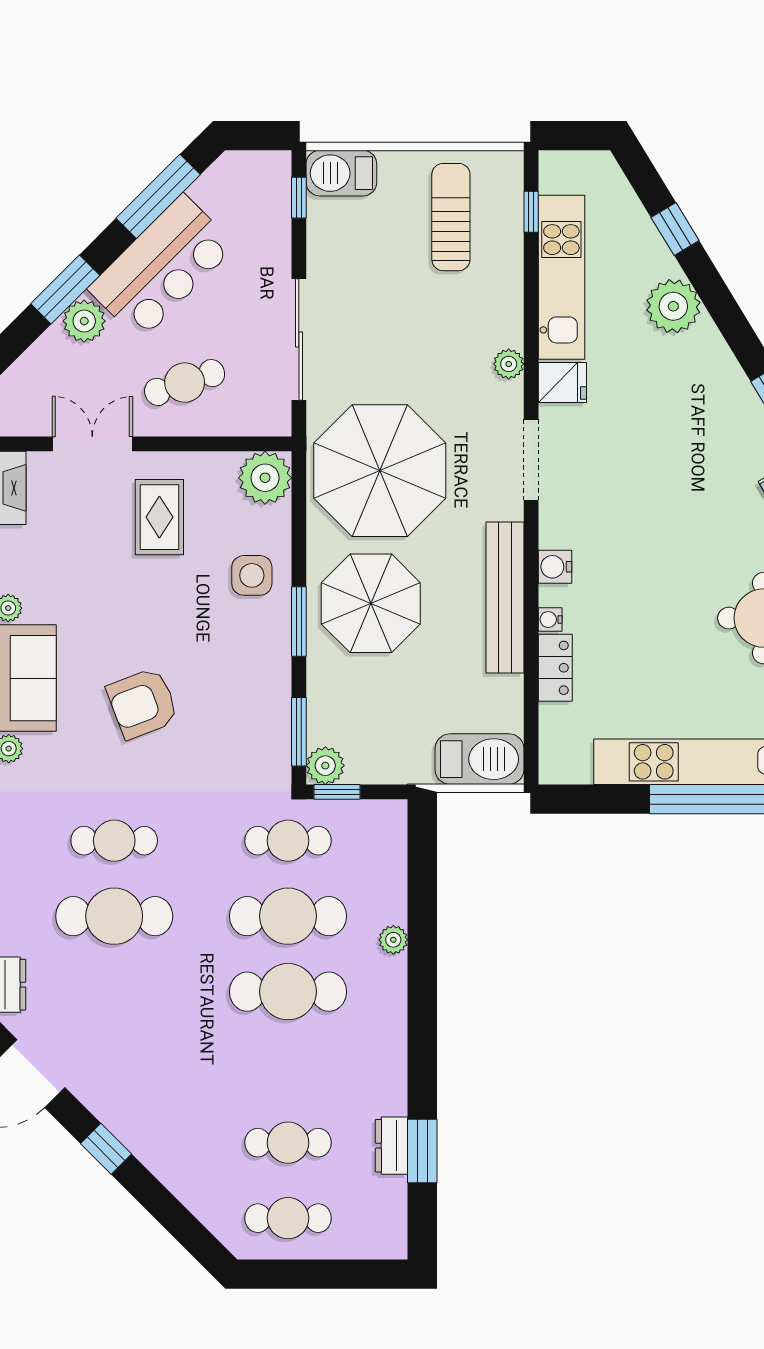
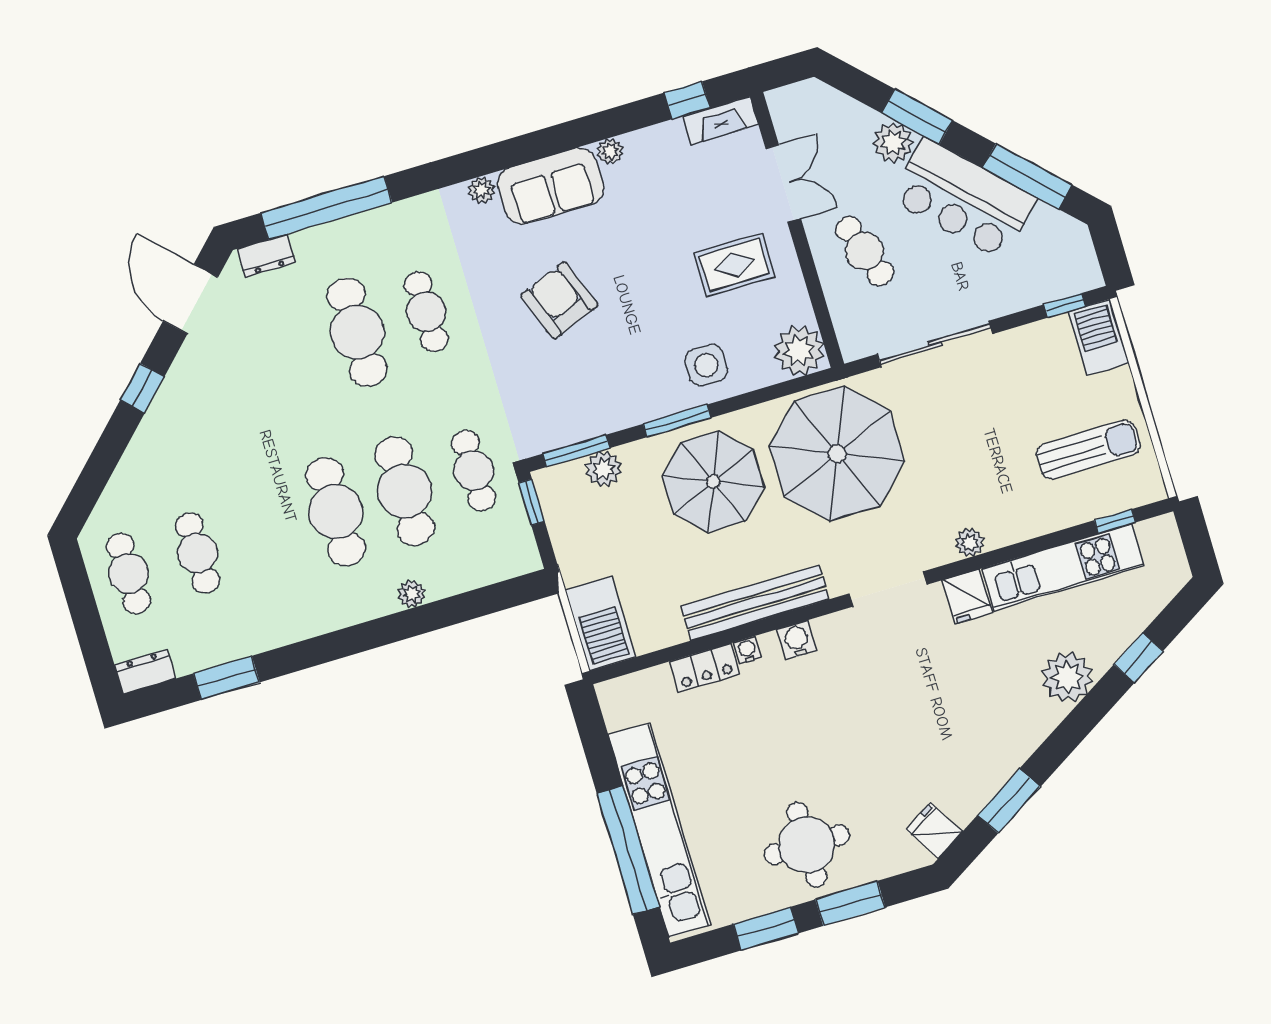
plant: (325, 766) -> (604, 469), moved
dresser: (392, 1146) -> (145, 672), moved

